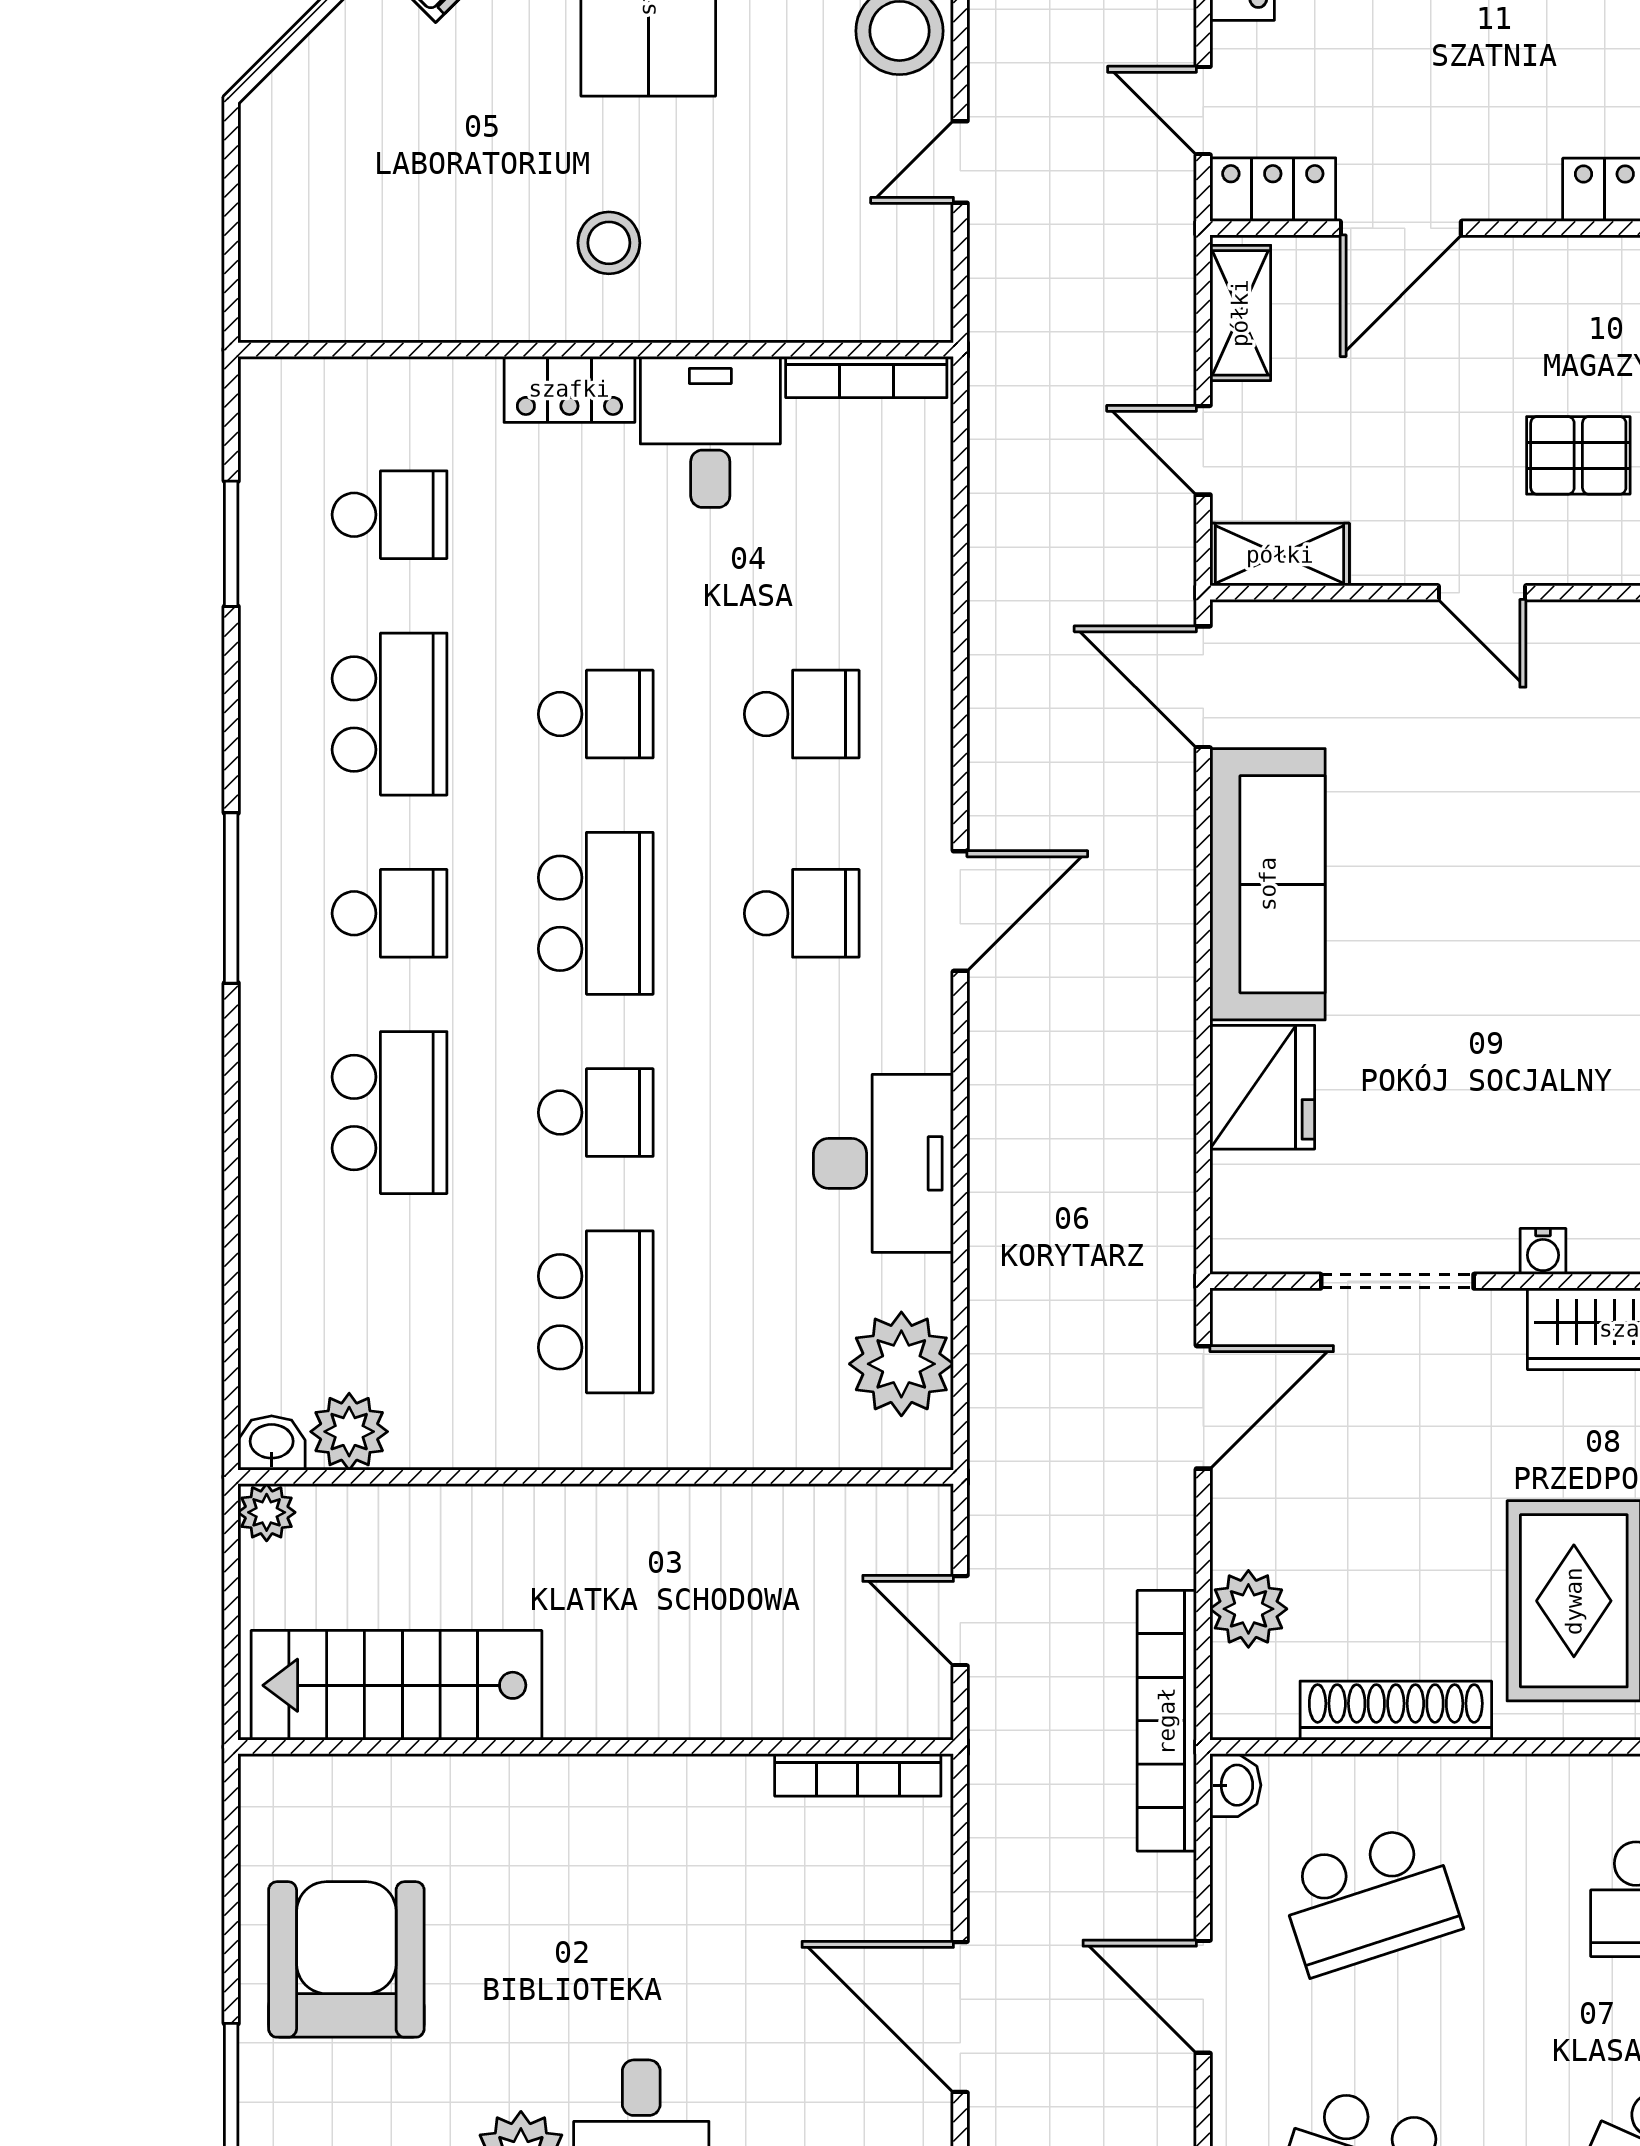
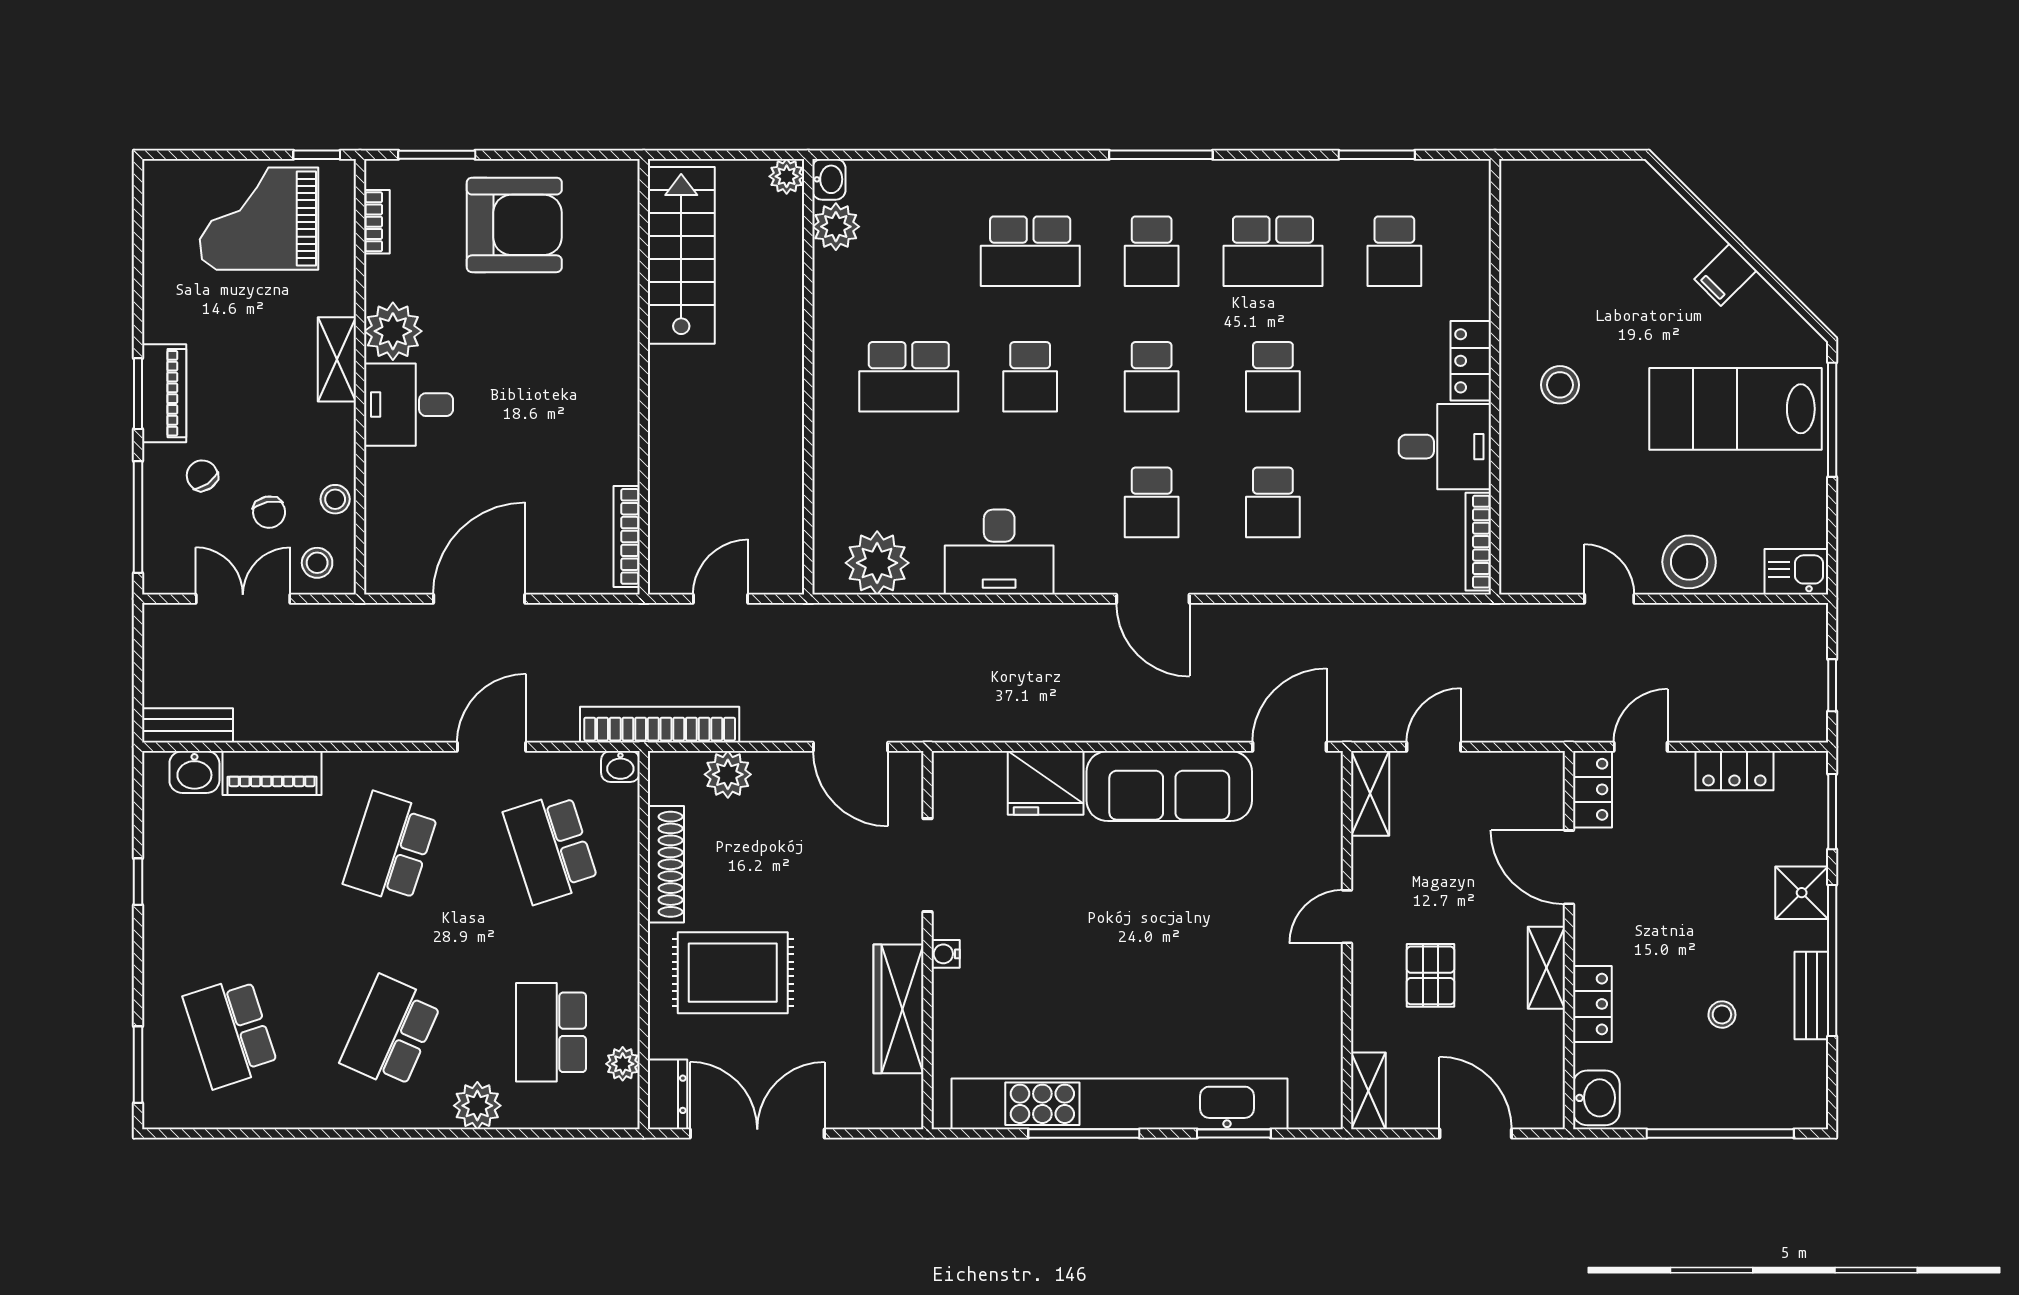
shelving: (1240, 313) -> (1546, 968), moved, turned 90
school desk: (596, 913) -> (1152, 377), width x0.54

